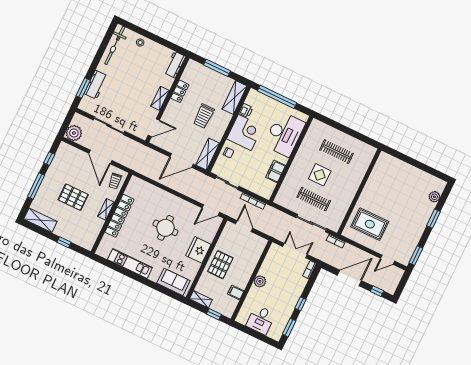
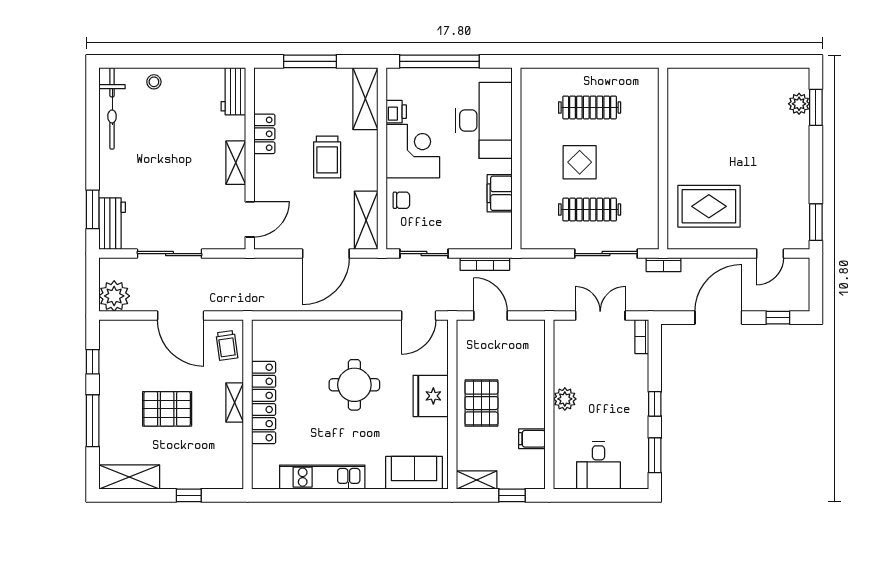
workbench: (96, 85) -> (112, 224), moved
window: (434, 219) -> (816, 107), moved

